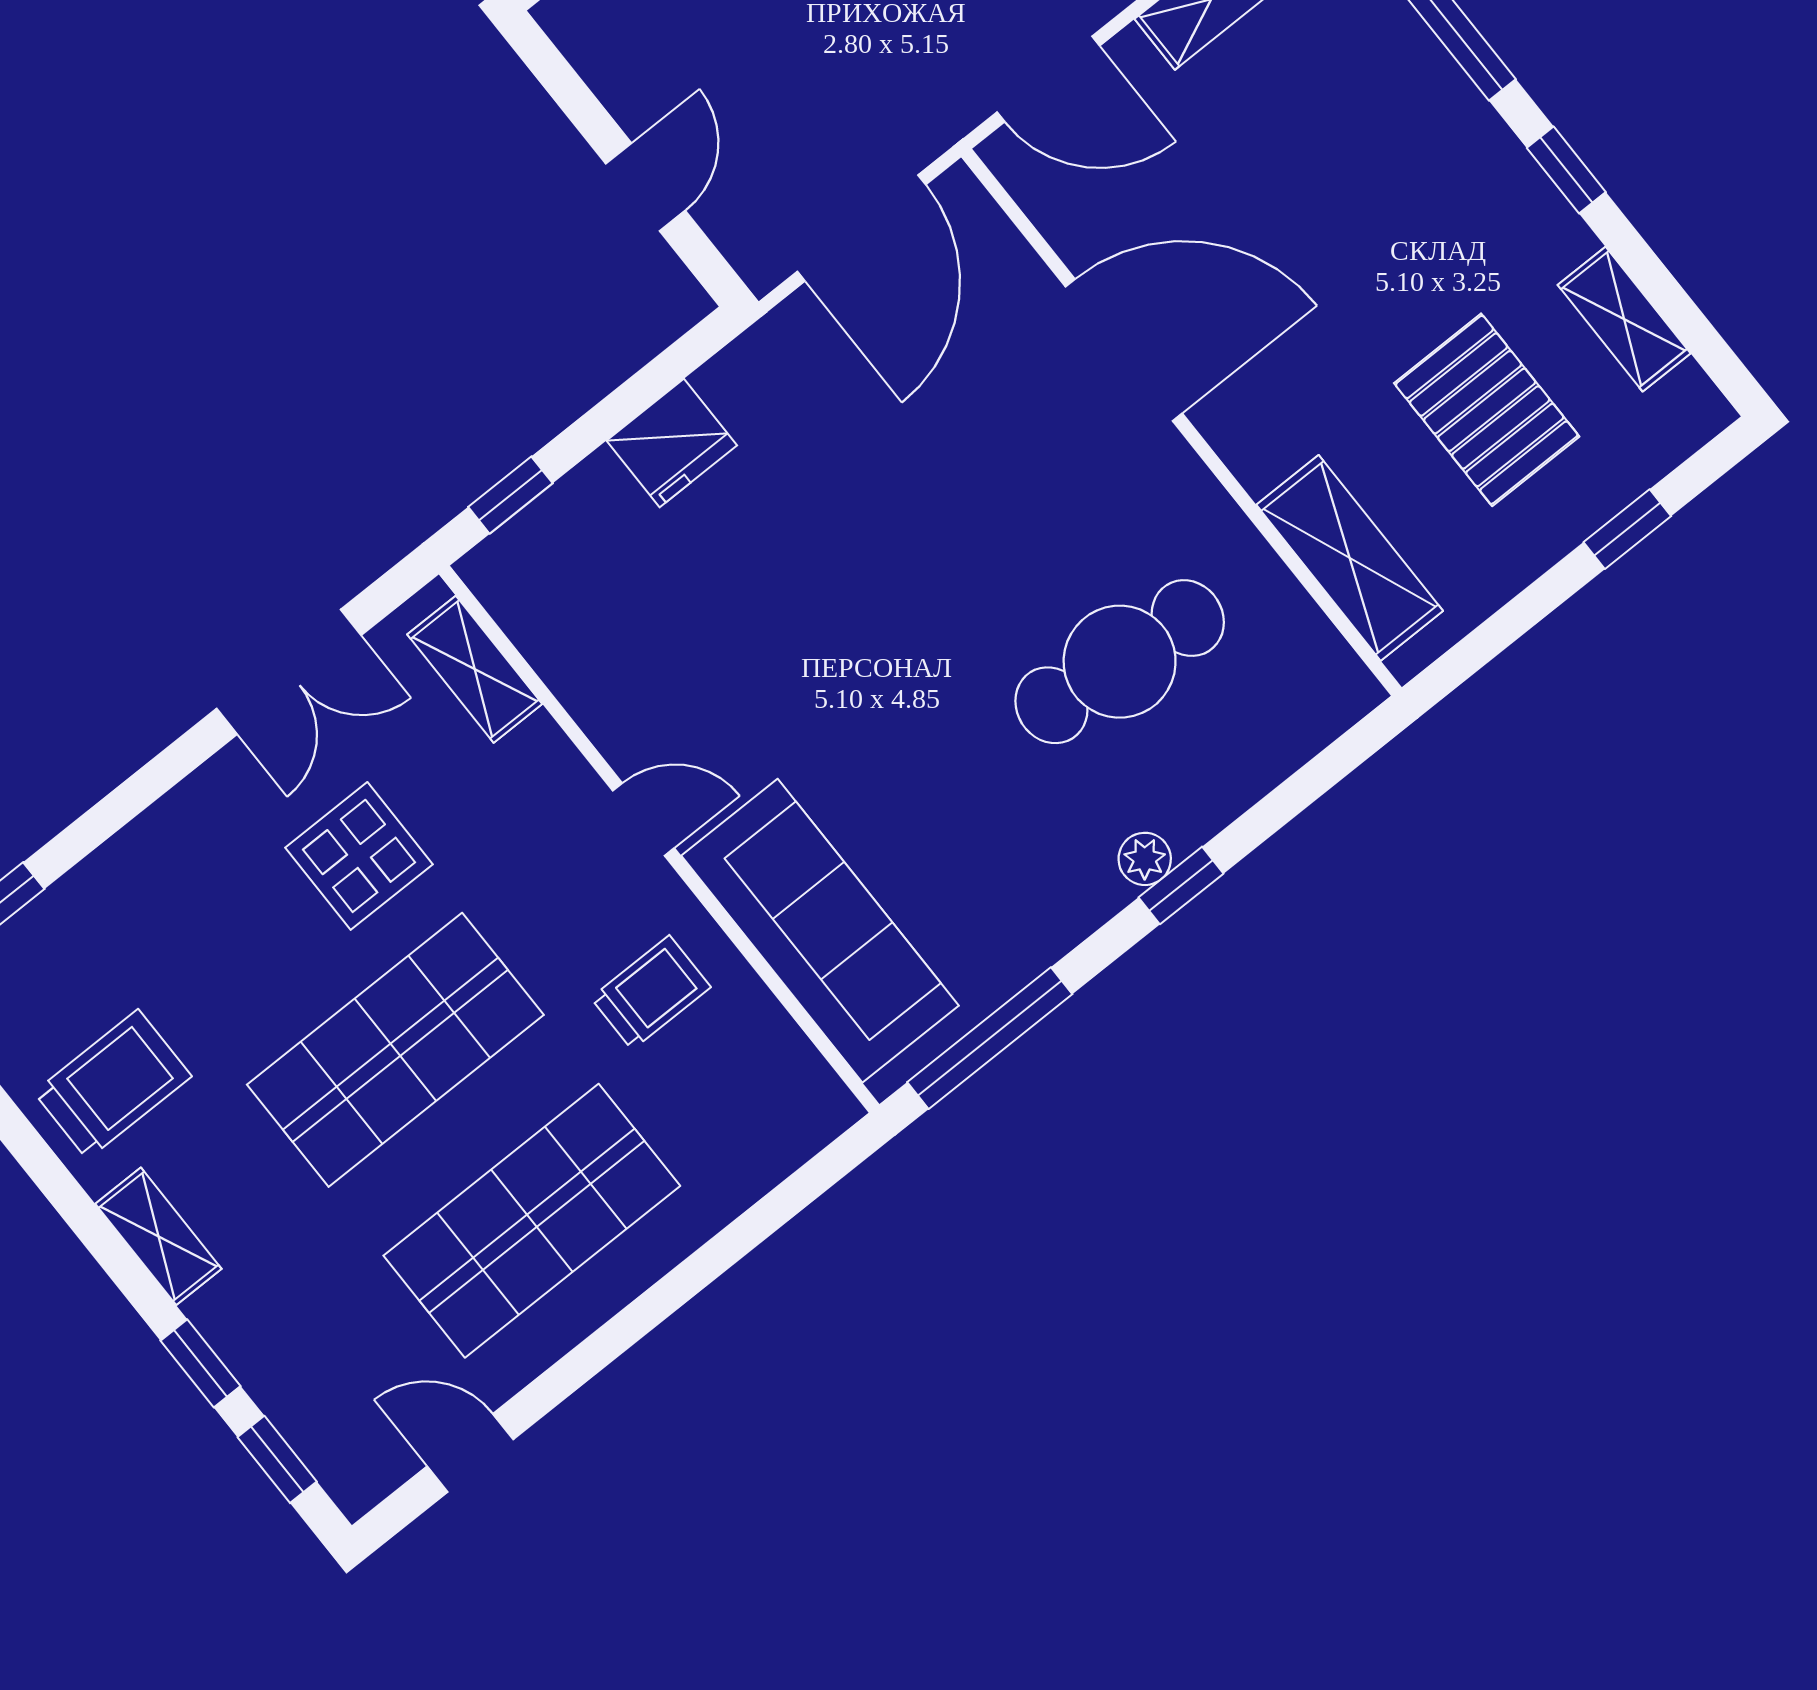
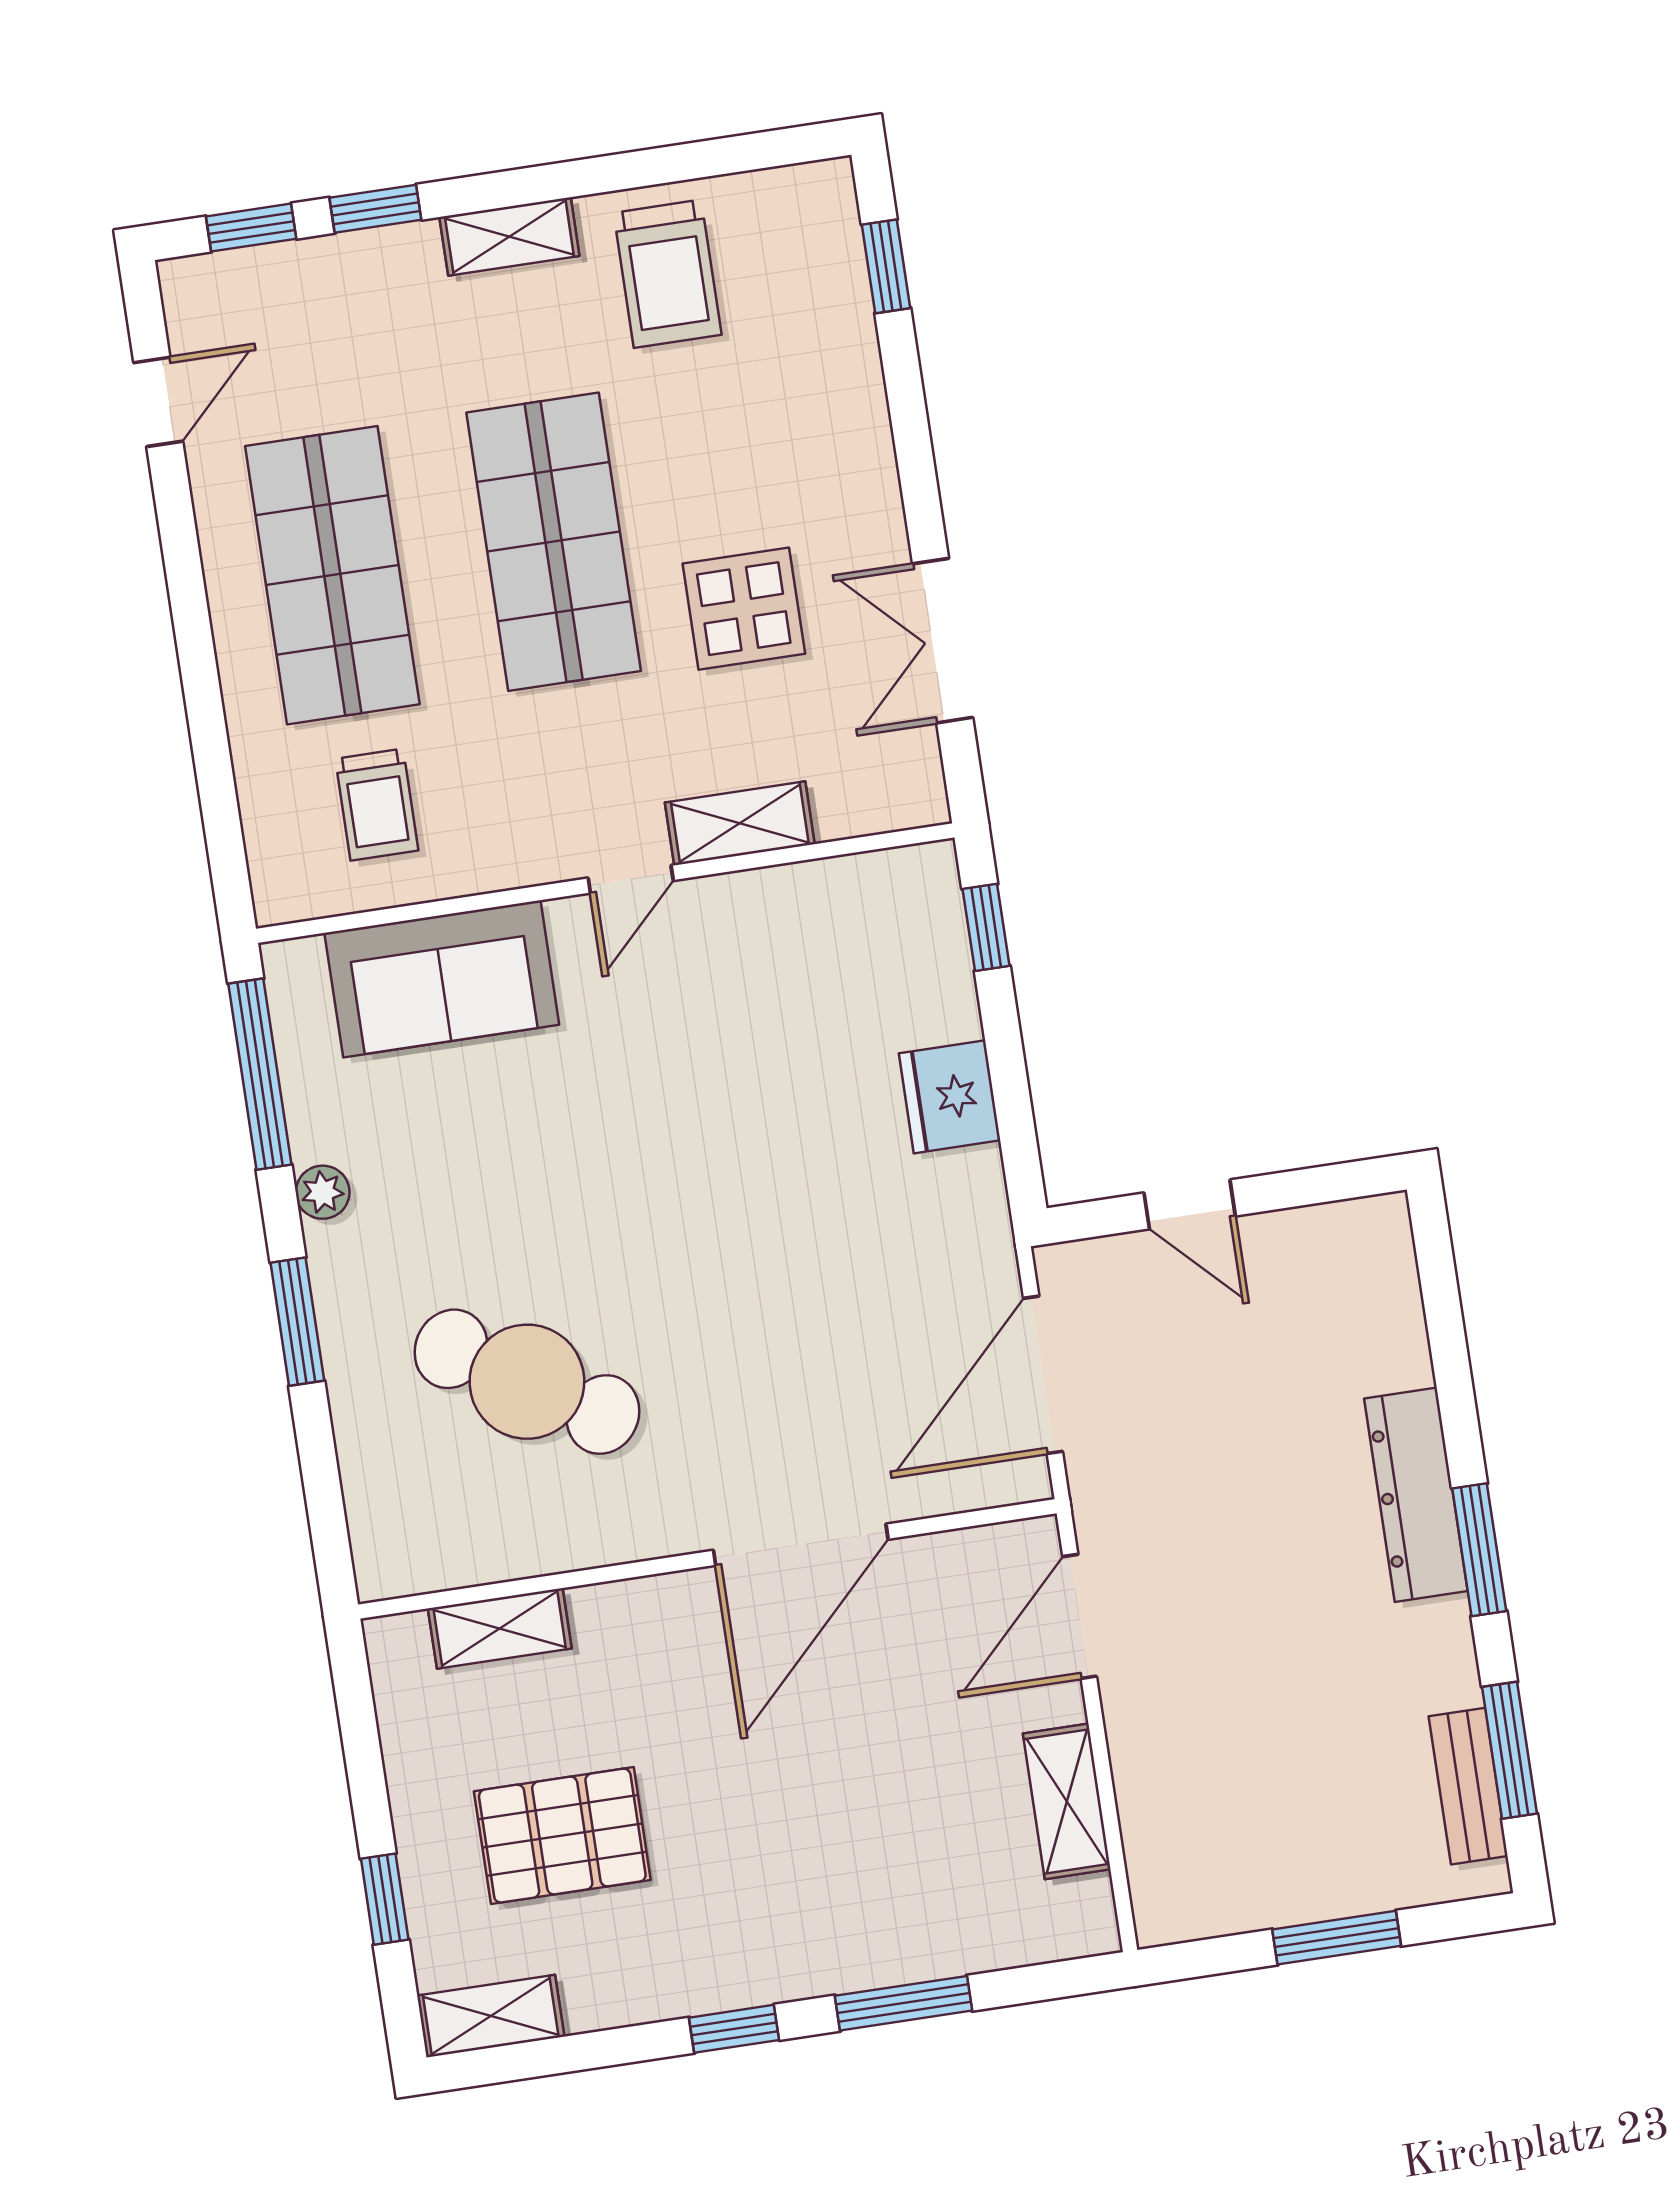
door: (862, 228) -> (1043, 1375), hinge flipped
shelving: (1624, 319) -> (491, 2016), moved
shelving: (1350, 558) -> (500, 1628), width x0.67, depth x0.75
cafe table: (1120, 662) -> (527, 1382), turned -64
shelving: (475, 669) -> (740, 823), moved
plant: (1145, 859) -> (323, 1192), moved
window: (1181, 885) -> (297, 1322), width x1.50
sofa: (820, 931) -> (442, 979), width x0.73
trolley: (651, 993) -> (377, 805), moved

